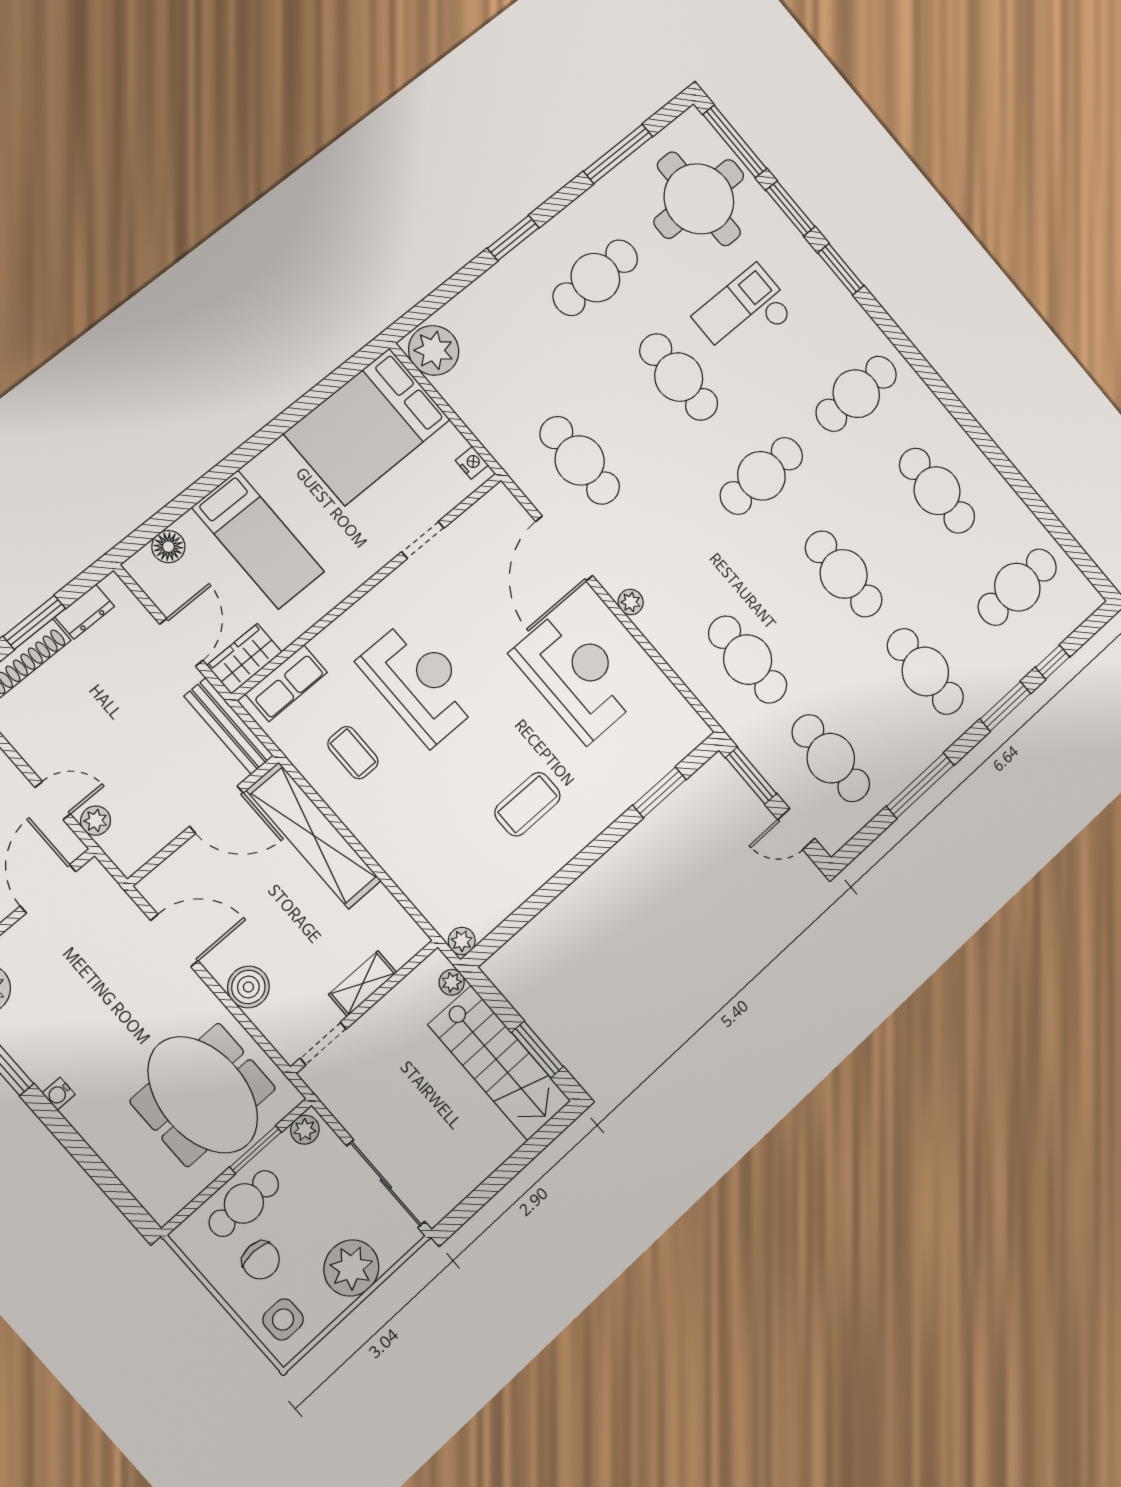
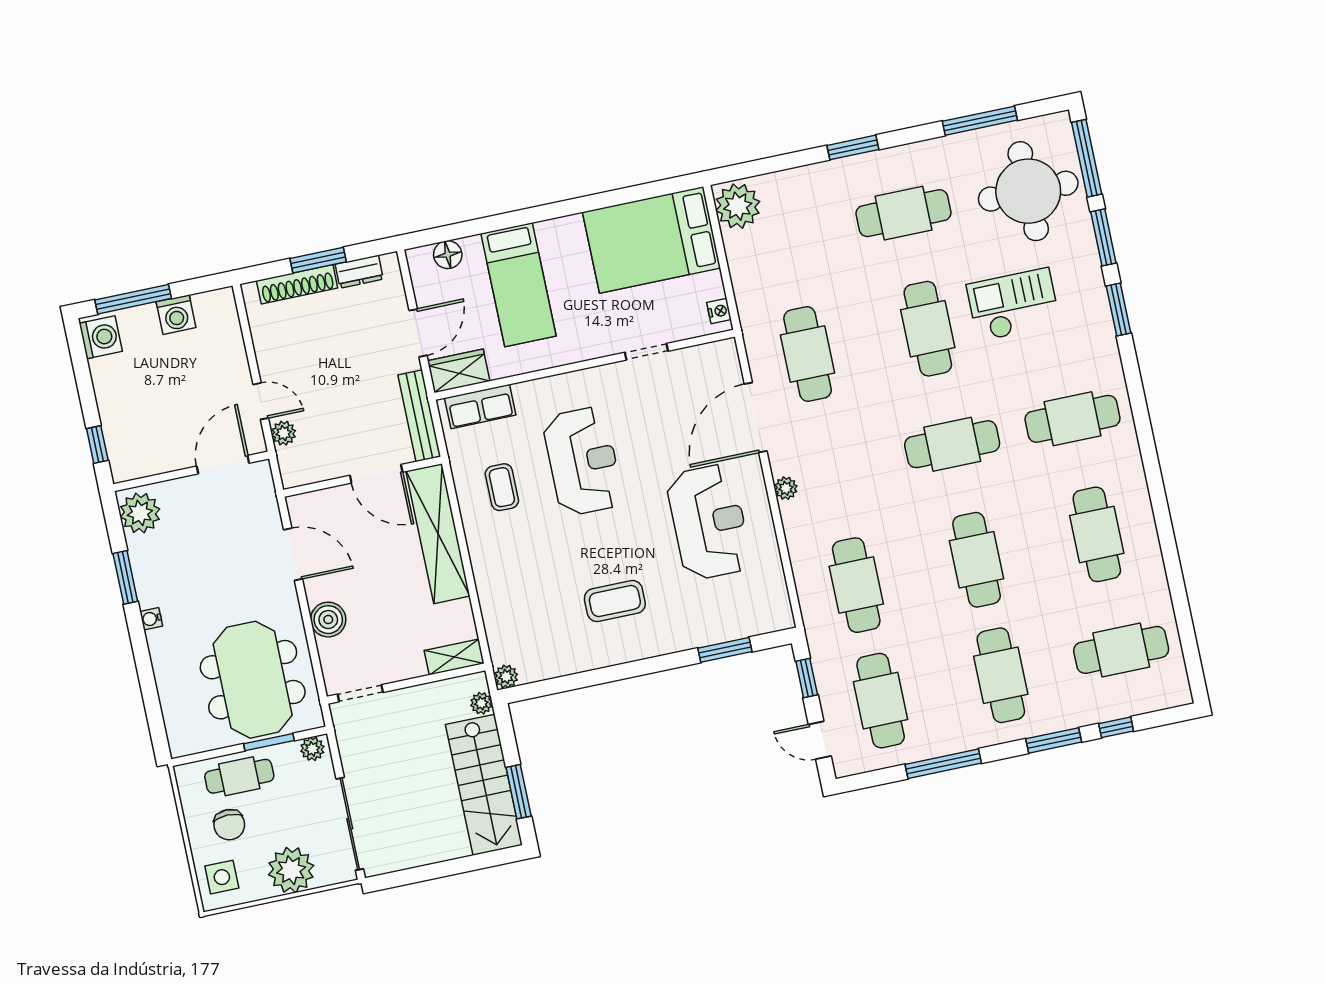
window: (751, 776) -> (807, 678), width x0.67
shelving: (363, 983) -> (454, 657), moved

